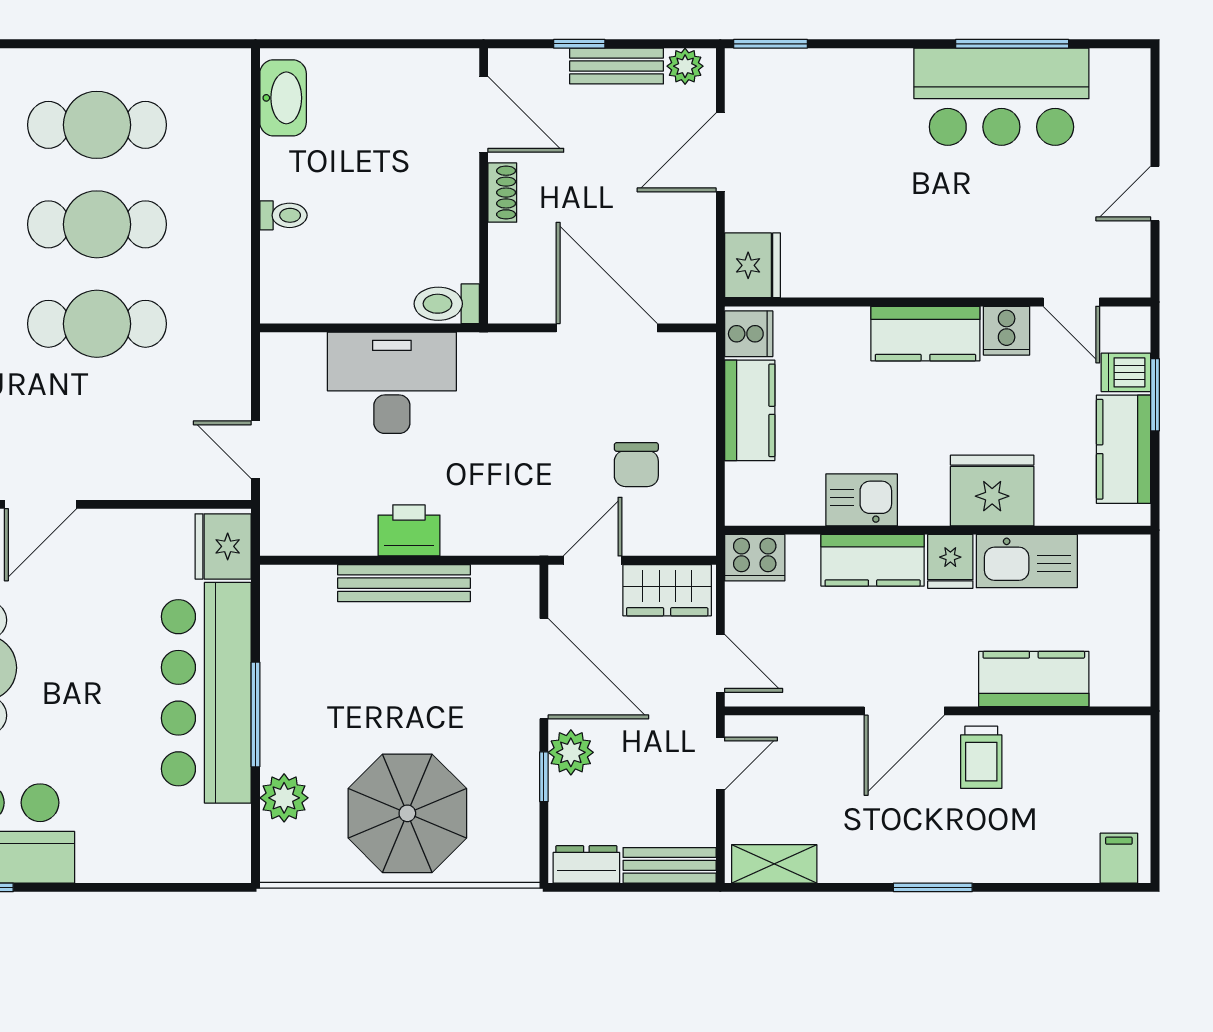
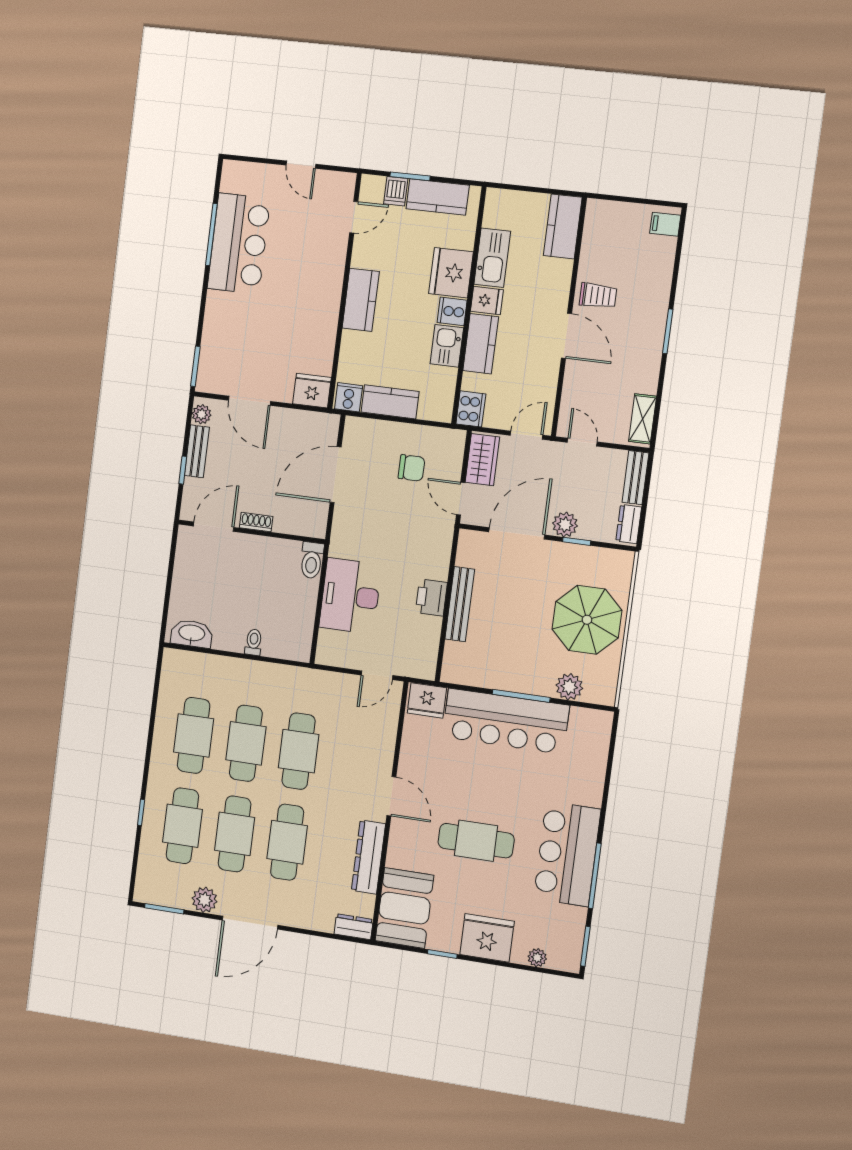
cooker: (1007, 331) -> (452, 311), moved, turned 180
kitchen counter: (1034, 679) -> (563, 226), moved

